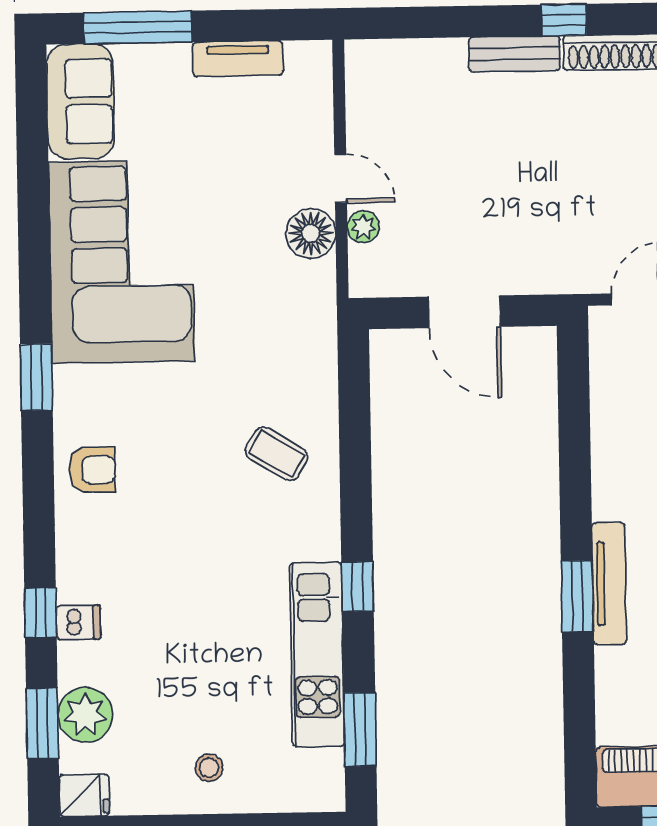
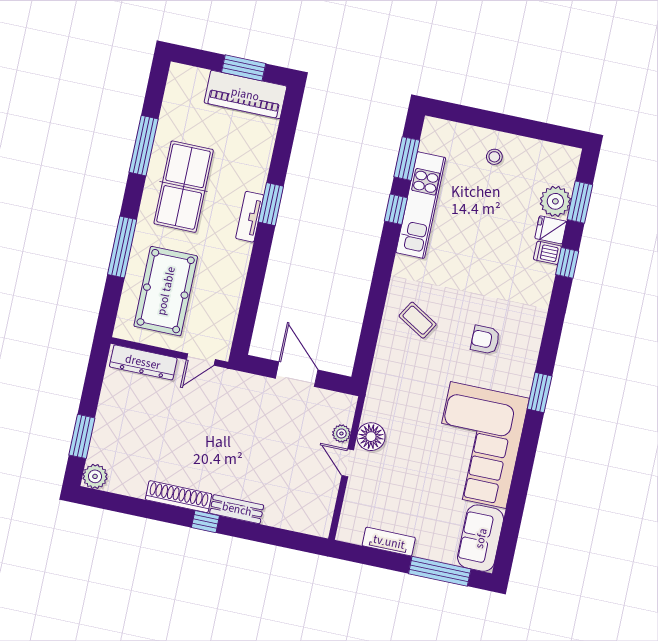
armchair: (92, 470) -> (485, 340), moved
tv unit: (609, 584) -> (250, 217), width x0.71
window: (358, 587) -> (396, 209), moved
fridge: (84, 795) -> (551, 230), moved

